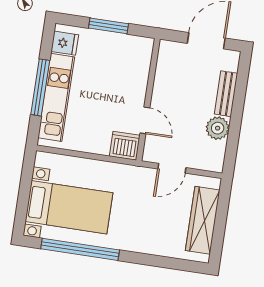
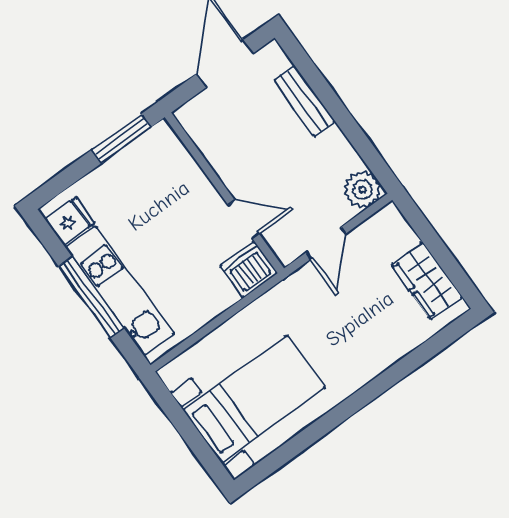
window: (109, 26) -> (121, 139), moved
plant: (218, 128) -> (362, 189), moved
wardrobe: (203, 220) -> (427, 281), width x0.67
window: (80, 249) -> (312, 434), removed

